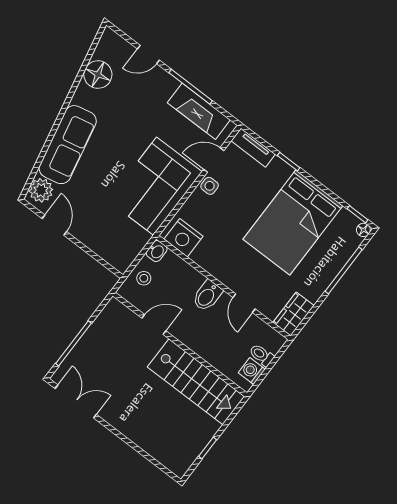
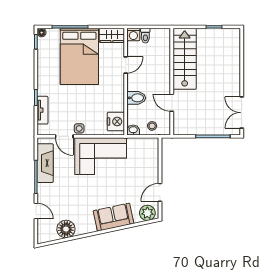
sofa: (68, 145) -> (114, 217), width x0.73
tv unit: (253, 148) -> (43, 110), moved
bed: (293, 223) -> (79, 56), moved, turned 90
bidet: (207, 296) -> (136, 98), moved
washing machine: (252, 371) -> (133, 35), moved

